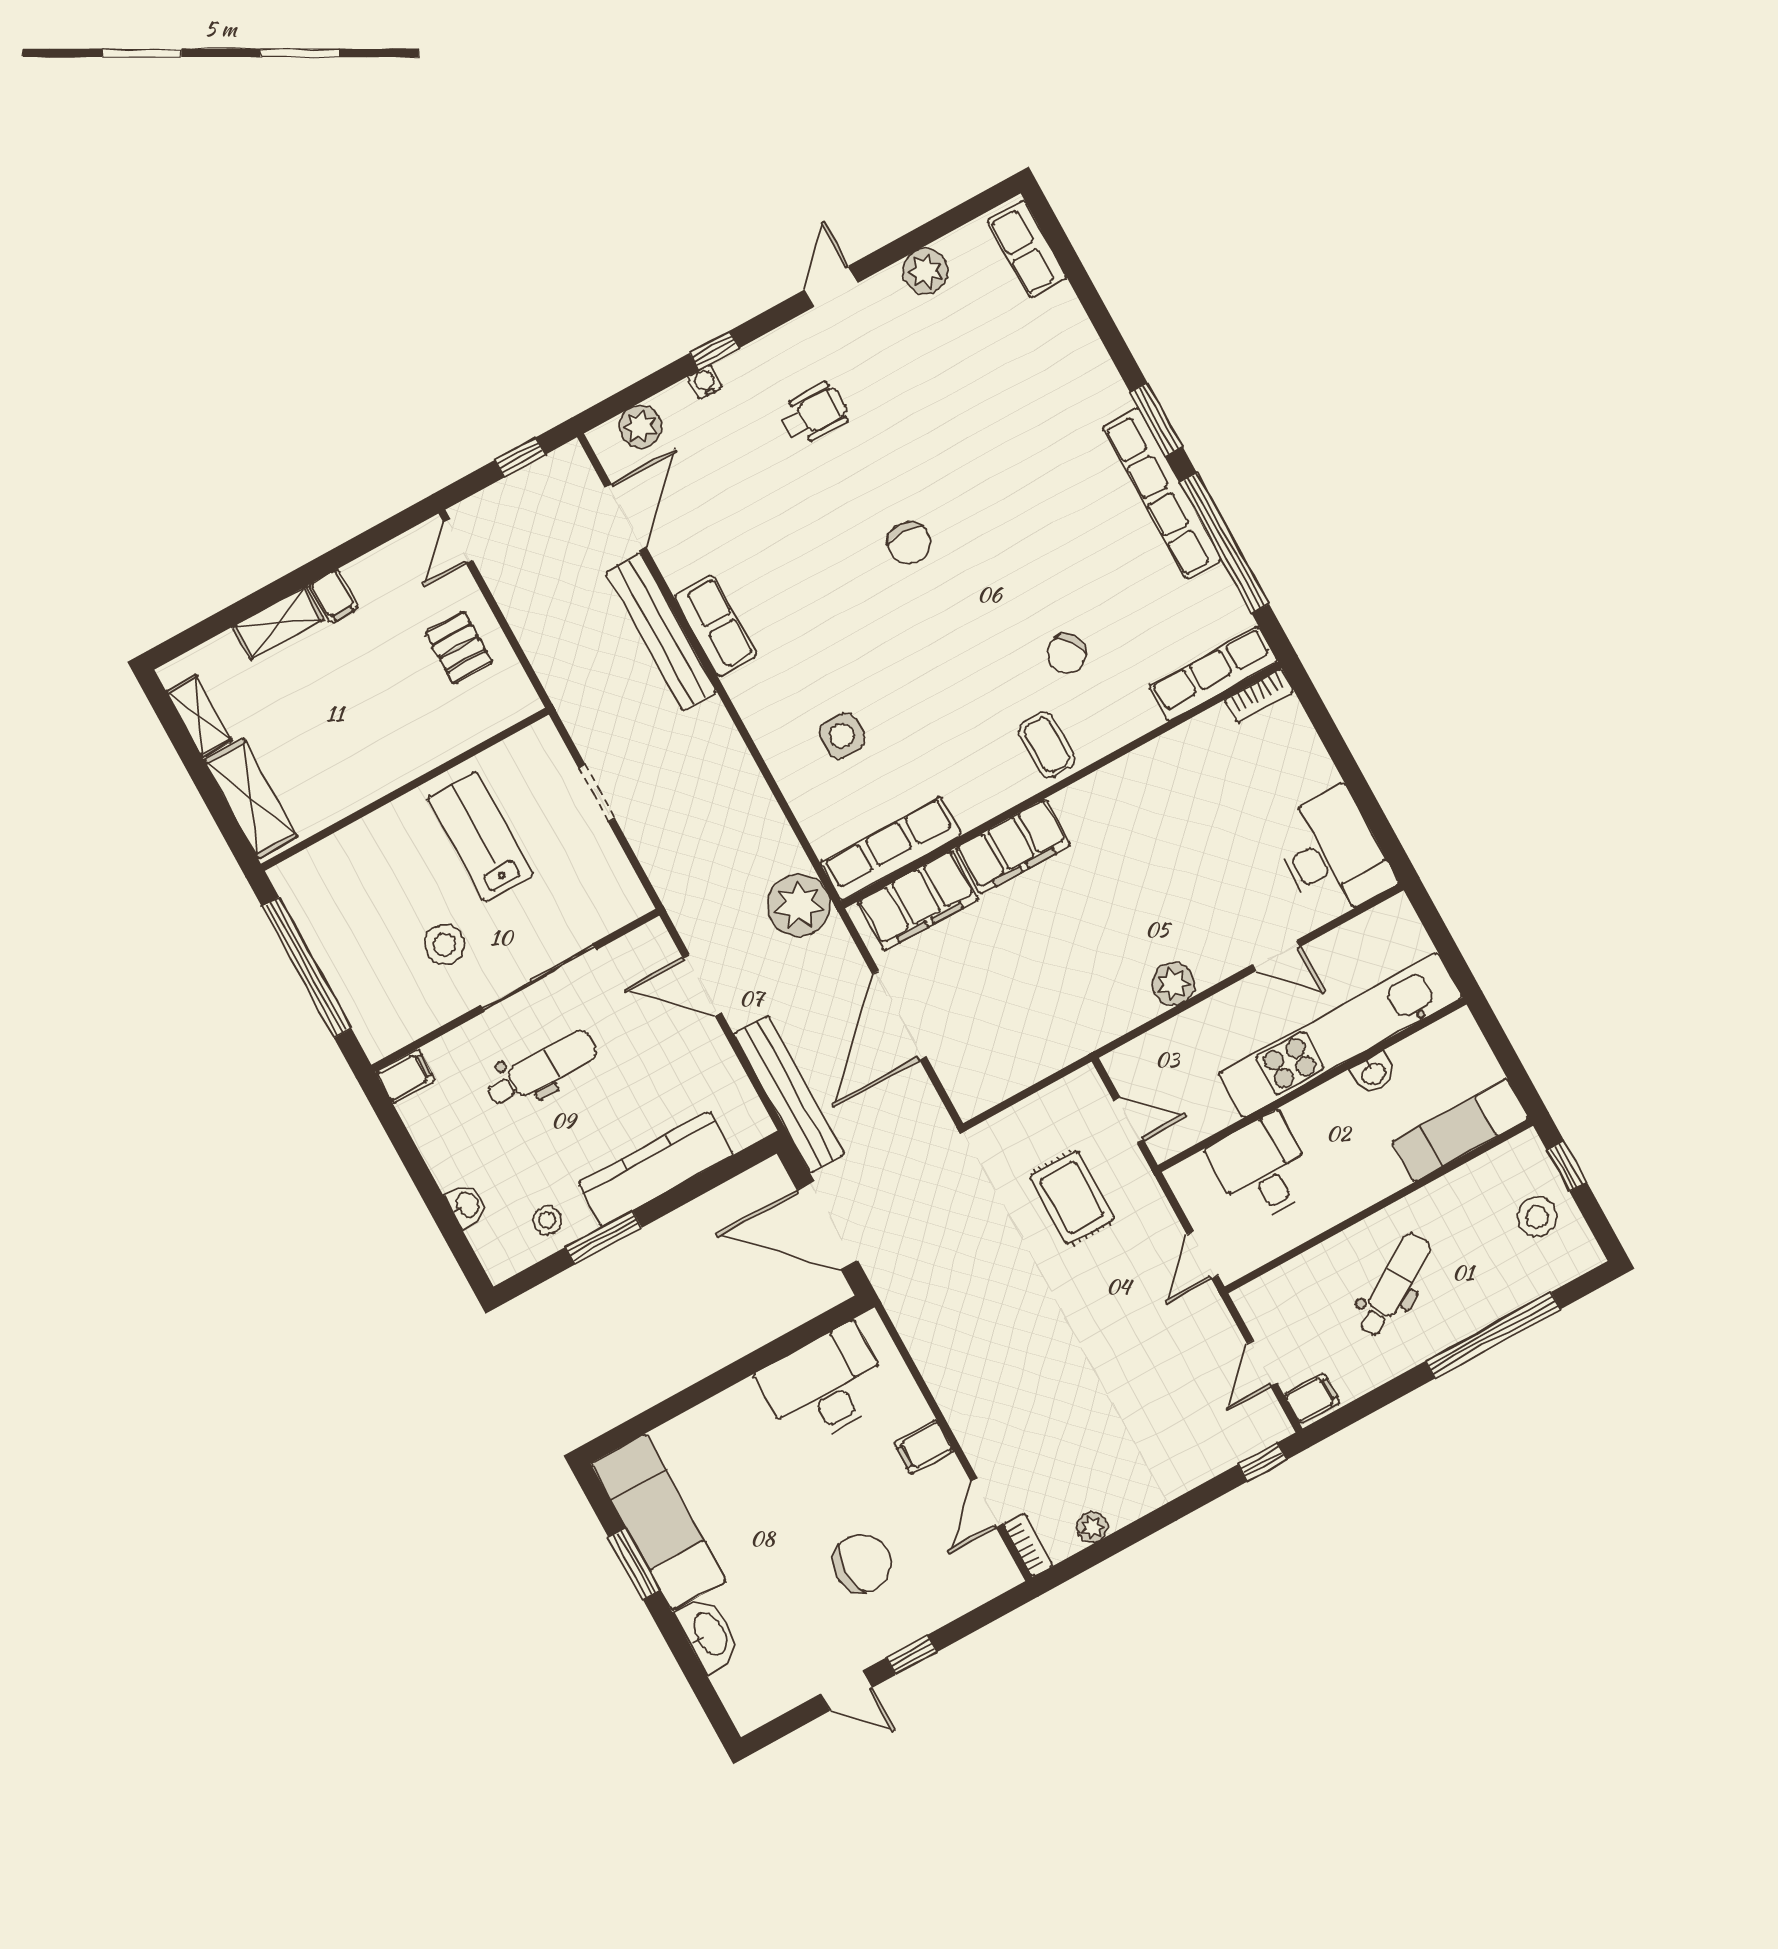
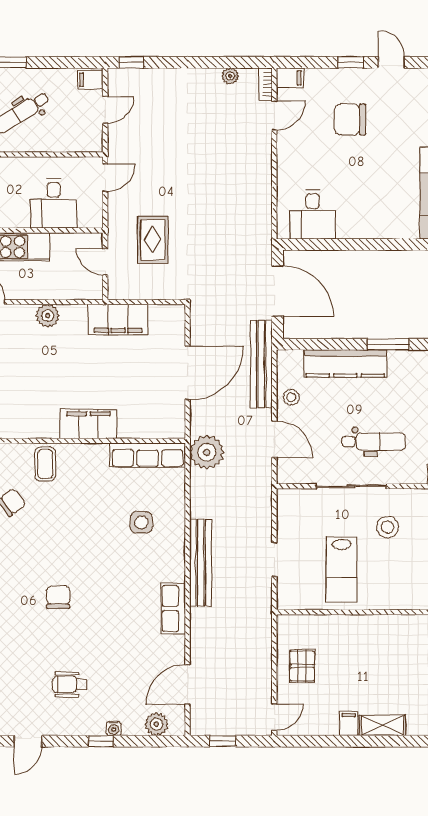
bench: (662, 632) -> (201, 563), moved
filing cabinet: (918, 900) -> (118, 320), moved, turned 180
dental chair: (541, 1069) -> (374, 442), turned 180
stool: (547, 1220) -> (291, 397), moved
desk: (825, 1386) -> (313, 214), width x0.73
filing cabinet: (923, 1447) -> (290, 78), moved

